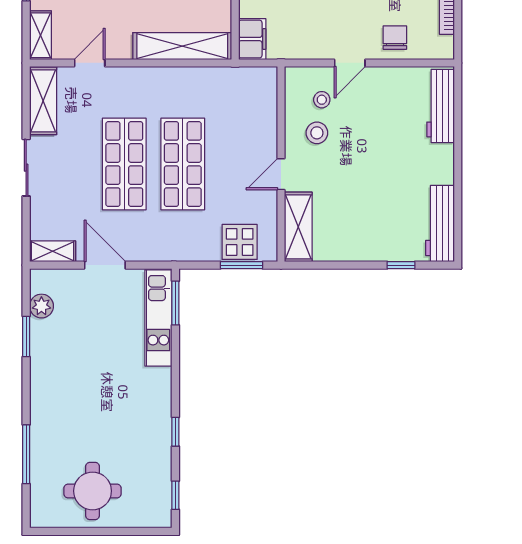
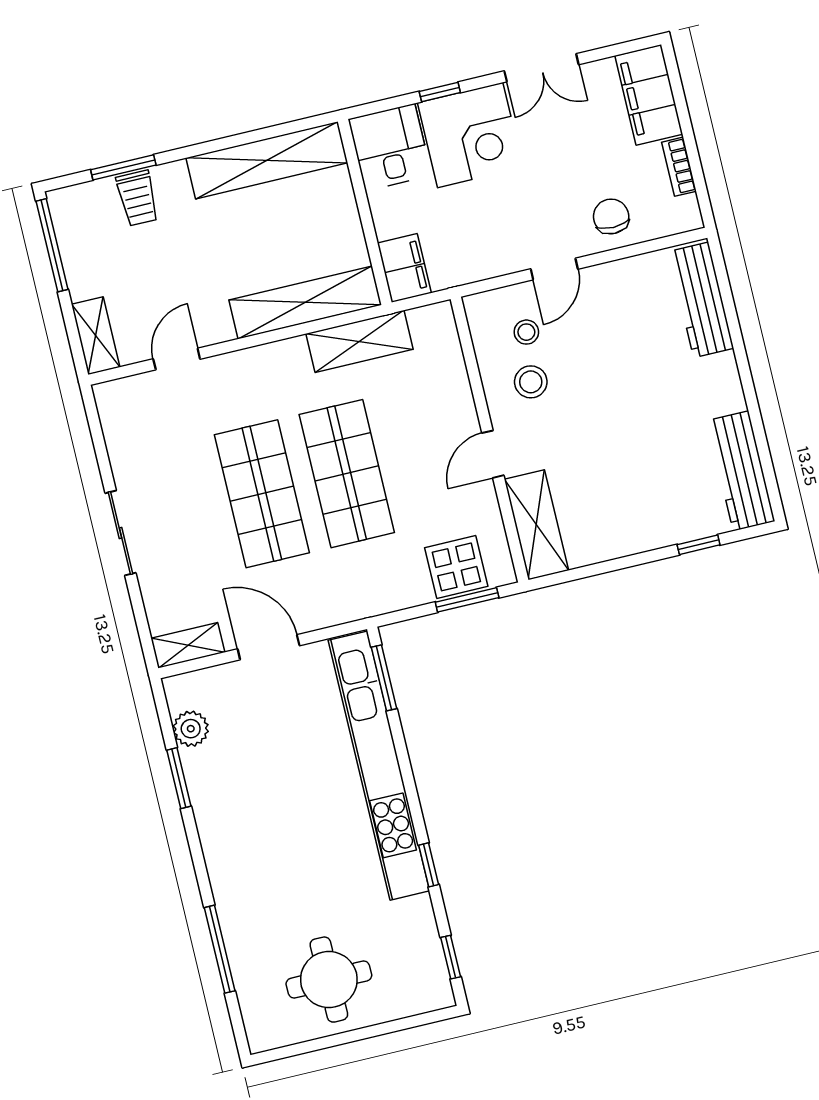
shelving: (43, 101) -> (359, 341), moved, turned 90
kitchen unit: (158, 318) -> (379, 766), width x1.86

